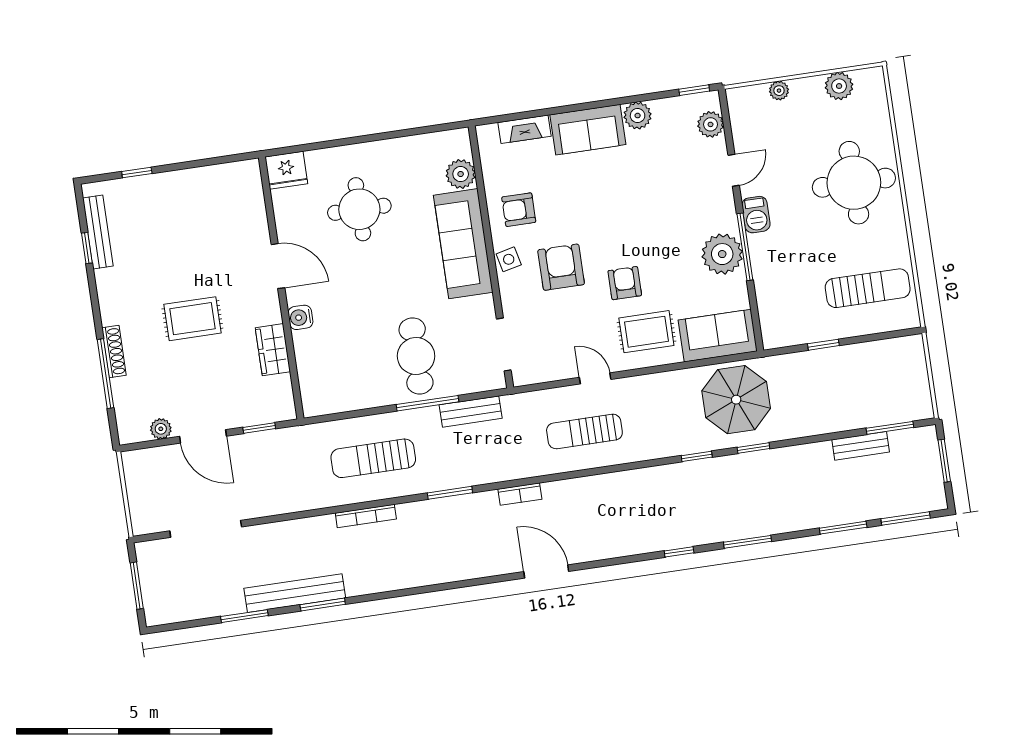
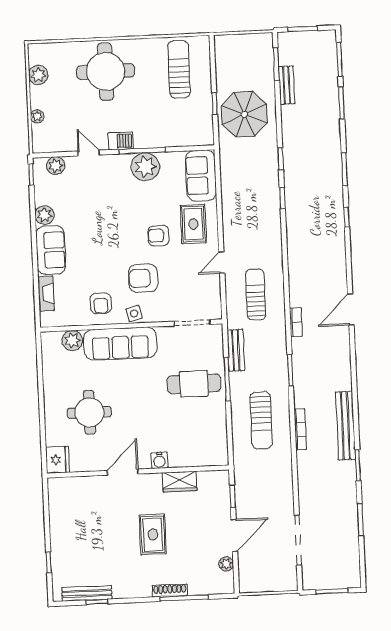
parasol: (736, 400) -> (244, 114), moved
sun lounger: (584, 431) -> (256, 295), moved, turned 180
bench: (295, 593) -> (345, 426), moved

